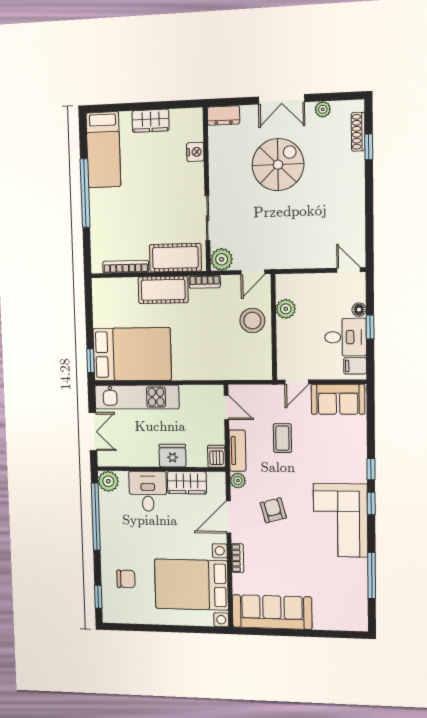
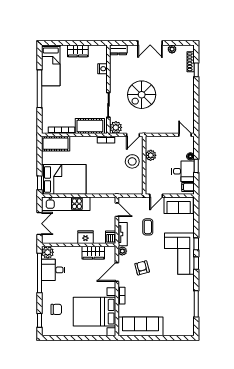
spiral stairs: (278, 165) -> (142, 95), moved, turned 180
cot: (163, 290) -> (56, 144), moved
desk: (148, 491) -> (53, 270), moved, turned -90
corner sofa: (340, 520) -> (179, 254), moved

